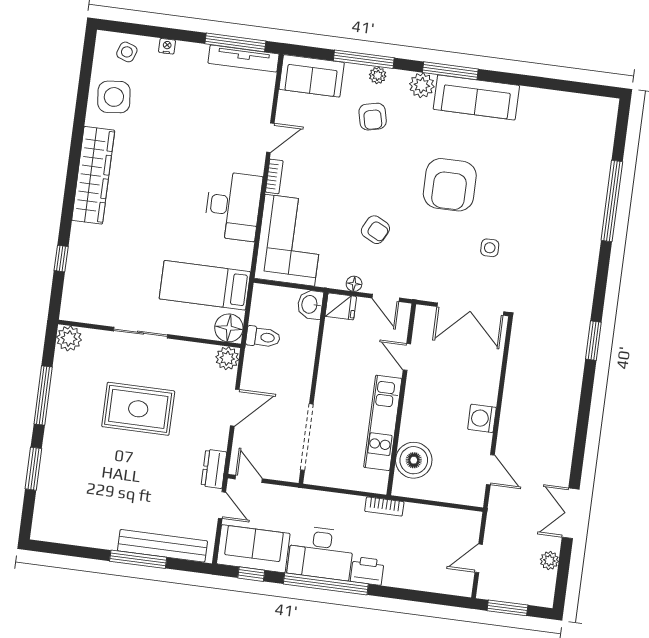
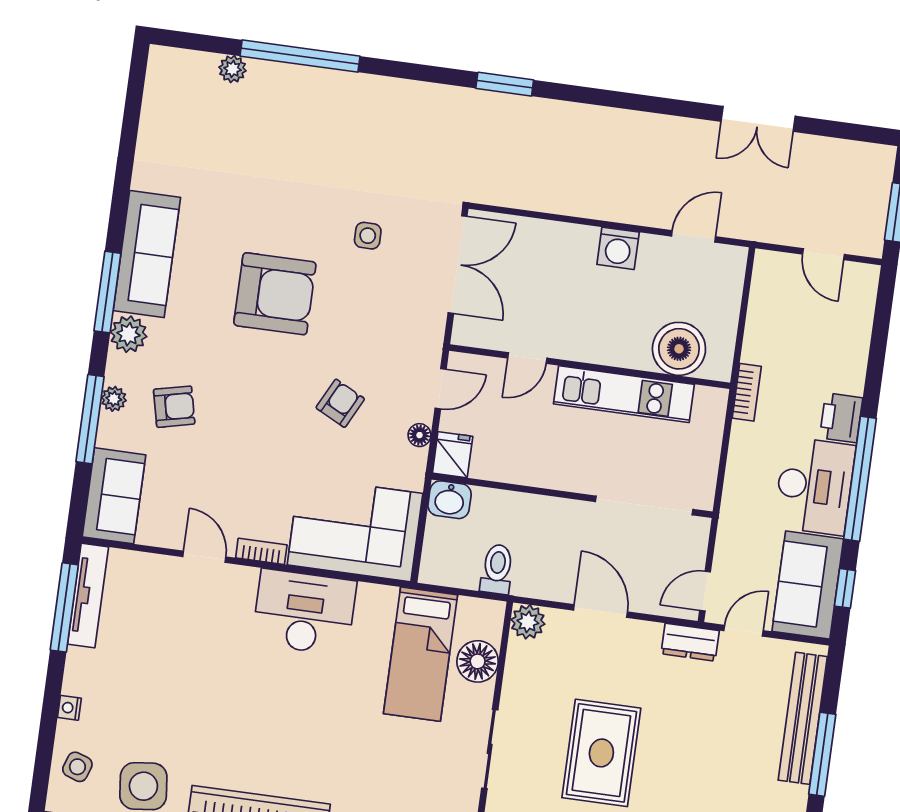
floor lamp: (229, 328) -> (478, 661), moved
plant: (549, 560) -> (233, 69), moved

